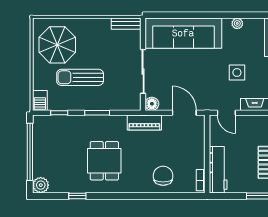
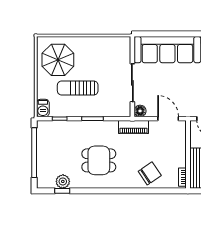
bench: (126, 24) -> (118, 41), removed
dining table: (104, 161) -> (99, 160), turned 90
chair: (163, 176) -> (150, 173), turned 56
plant: (41, 185) -> (63, 181), moved
window: (77, 196) -> (62, 191), moved

